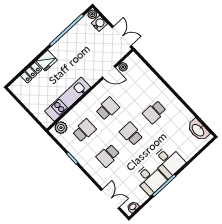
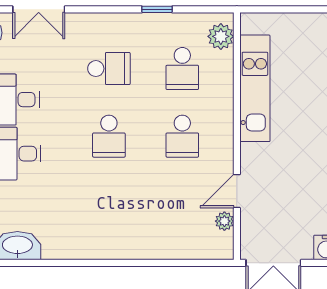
school desk: (154, 112) -> (109, 204), removed
school desk: (131, 134) -> (109, 136), turned 90
school desk: (108, 156) -> (109, 69), turned 90

